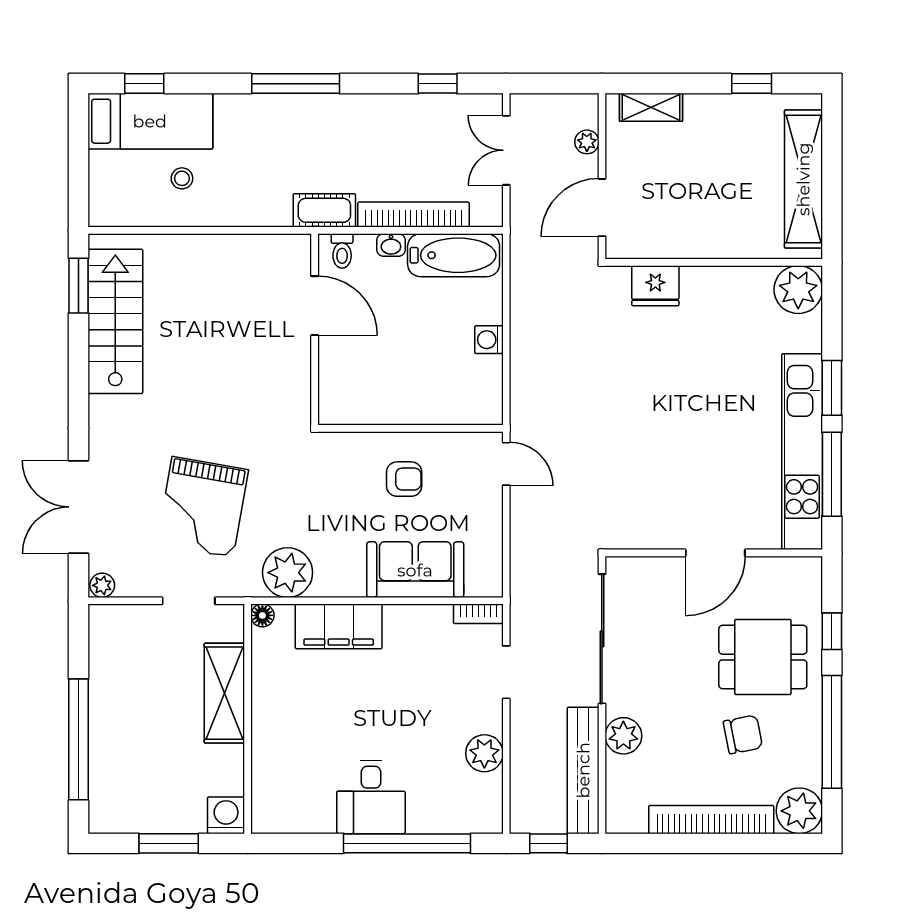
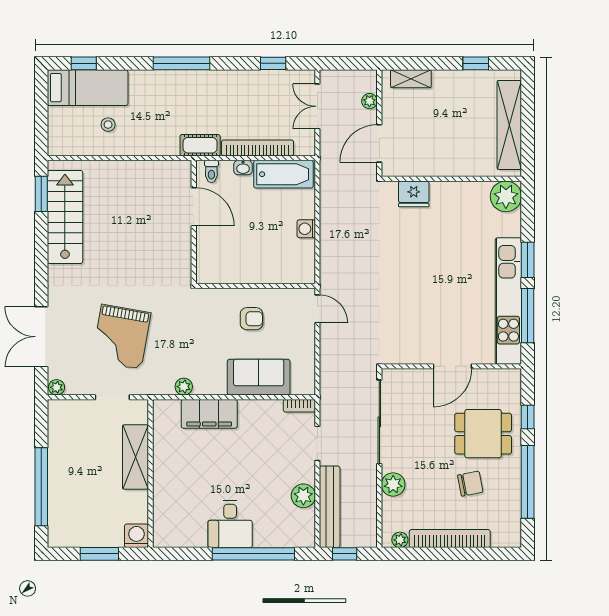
plant: (288, 573) -> (184, 387), width x0.53, depth x0.53
floor lamp: (262, 615) -> (160, 407), removed
bench: (583, 770) -> (330, 507), moved
plant: (799, 811) -> (400, 540), moved, width x0.53, depth x0.53

